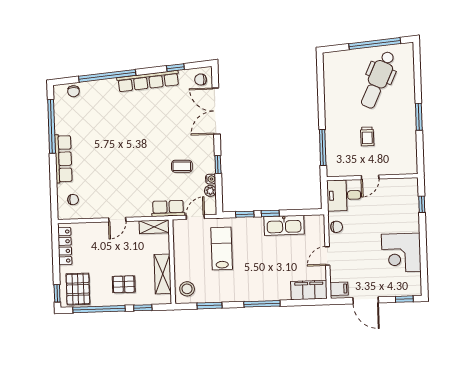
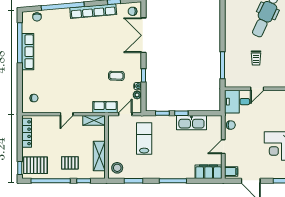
row of seats: (63, 159) -> (28, 52), moved
pallet: (78, 289) -> (35, 165), turned 90

